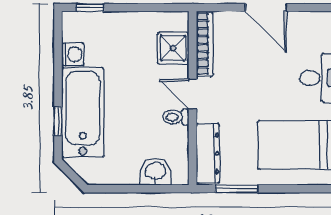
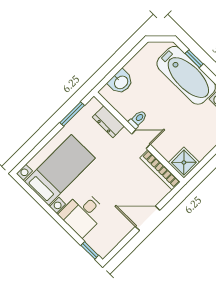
shower: (173, 48) -> (184, 162), moved
dresser: (208, 153) -> (108, 122), width x0.70

